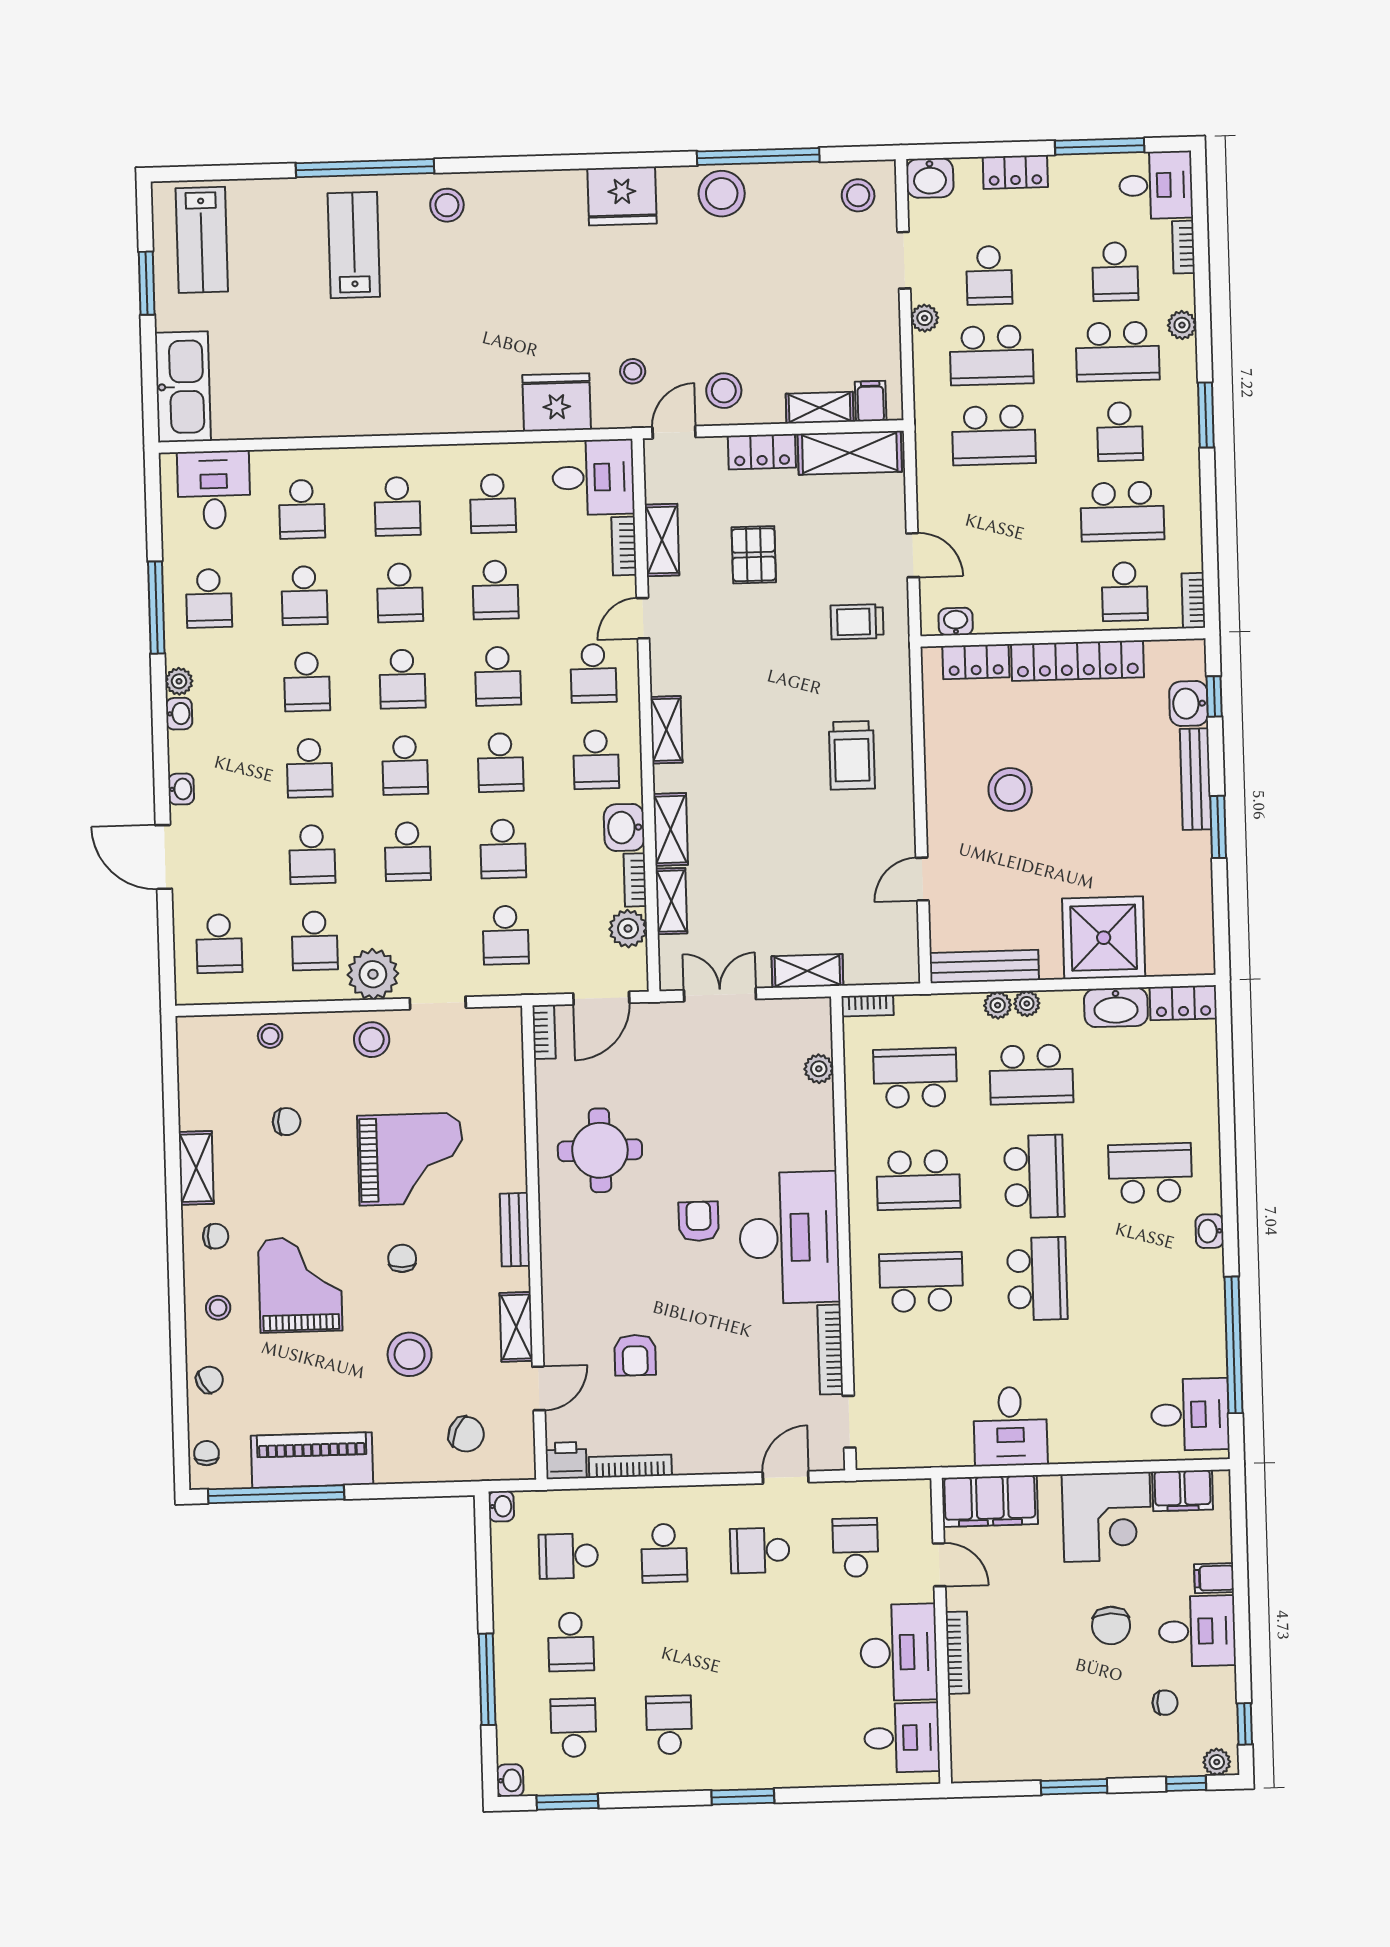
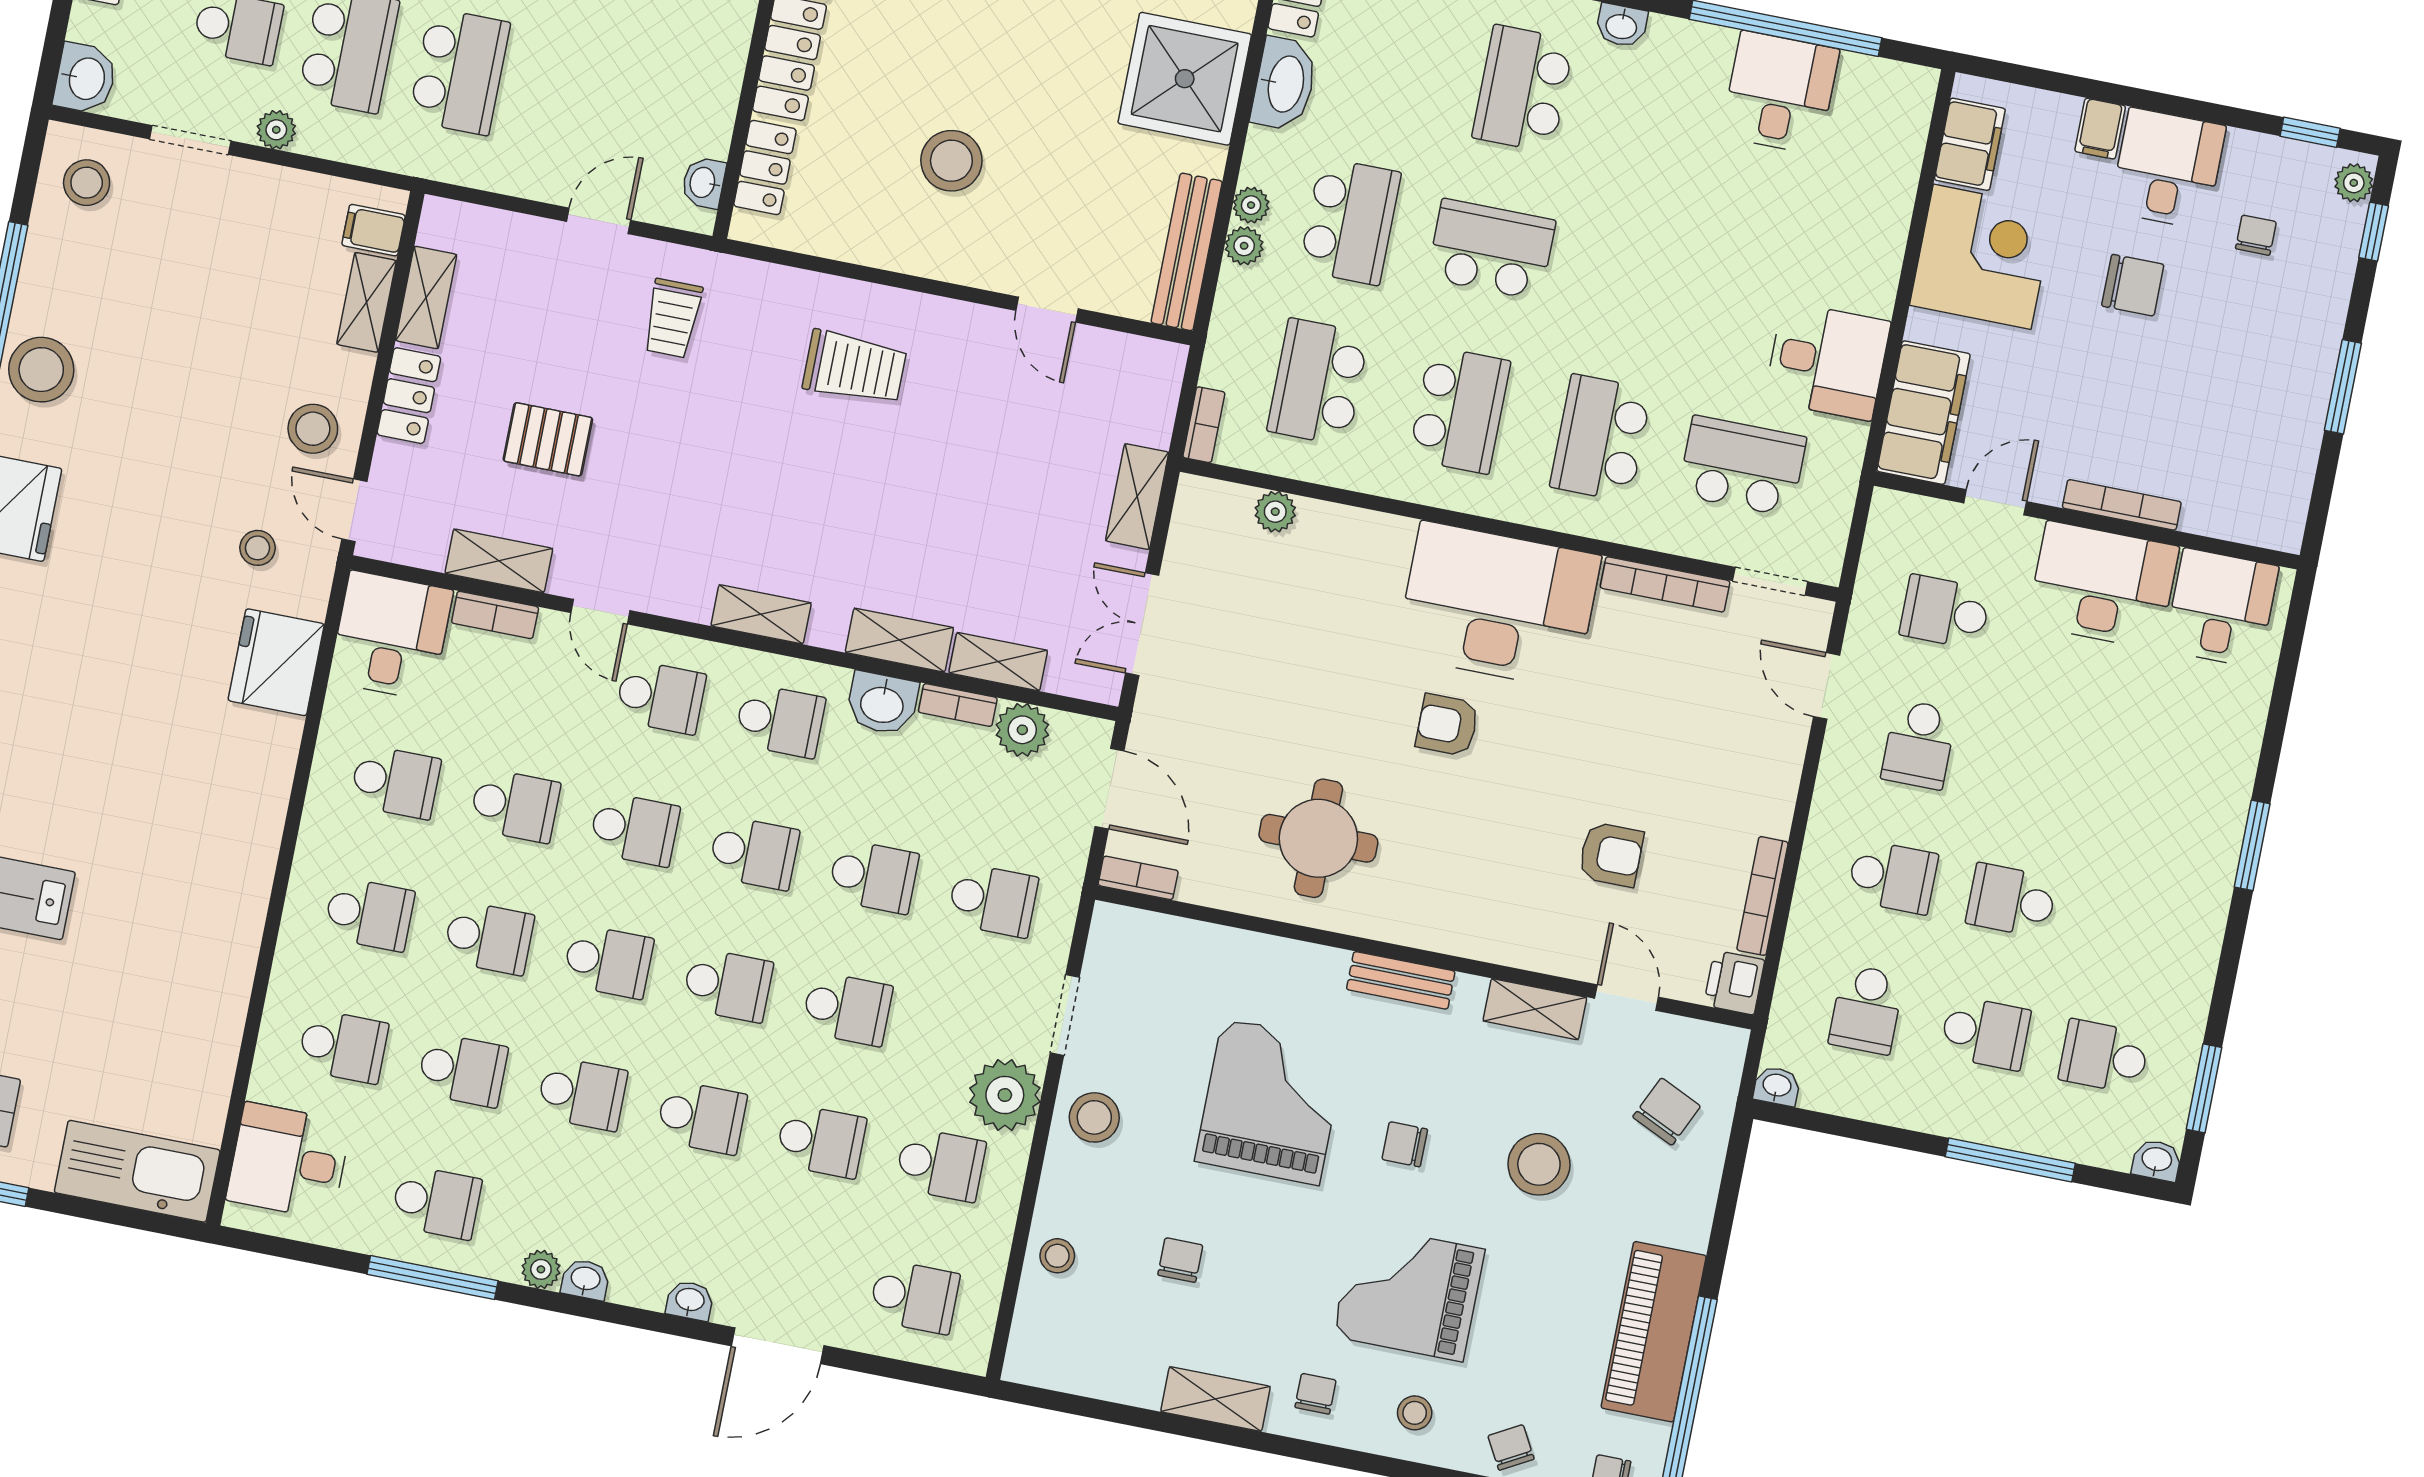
shelving: (850, 453) -> (426, 297), width x0.67, depth x0.75
school desk: (1037, 1279) -> (1742, 466), moved
desk: (1190, 1414) -> (1780, 93), moved
school desk: (669, 1725) -> (2011, 900), moved

